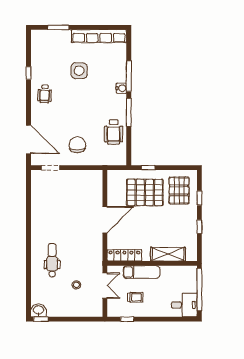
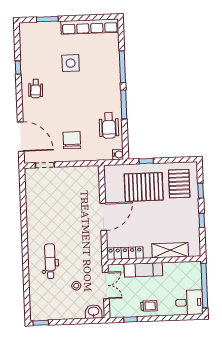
water cooler: (121, 88) -> (118, 155), moved
trolley: (135, 297) -> (149, 306), moved
washbasin: (39, 310) -> (94, 312), moved

